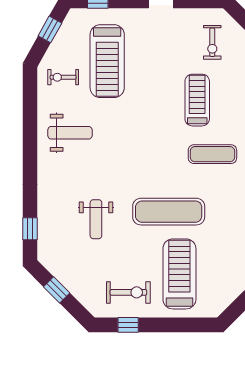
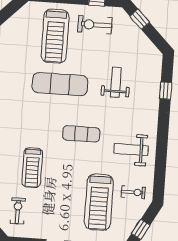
treadmill: (107, 61) -> (99, 202), turned 180
exercise mat: (212, 154) -> (81, 134), moved
window: (30, 229) -> (166, 91), moved
window: (57, 290) -> (140, 19), moved

